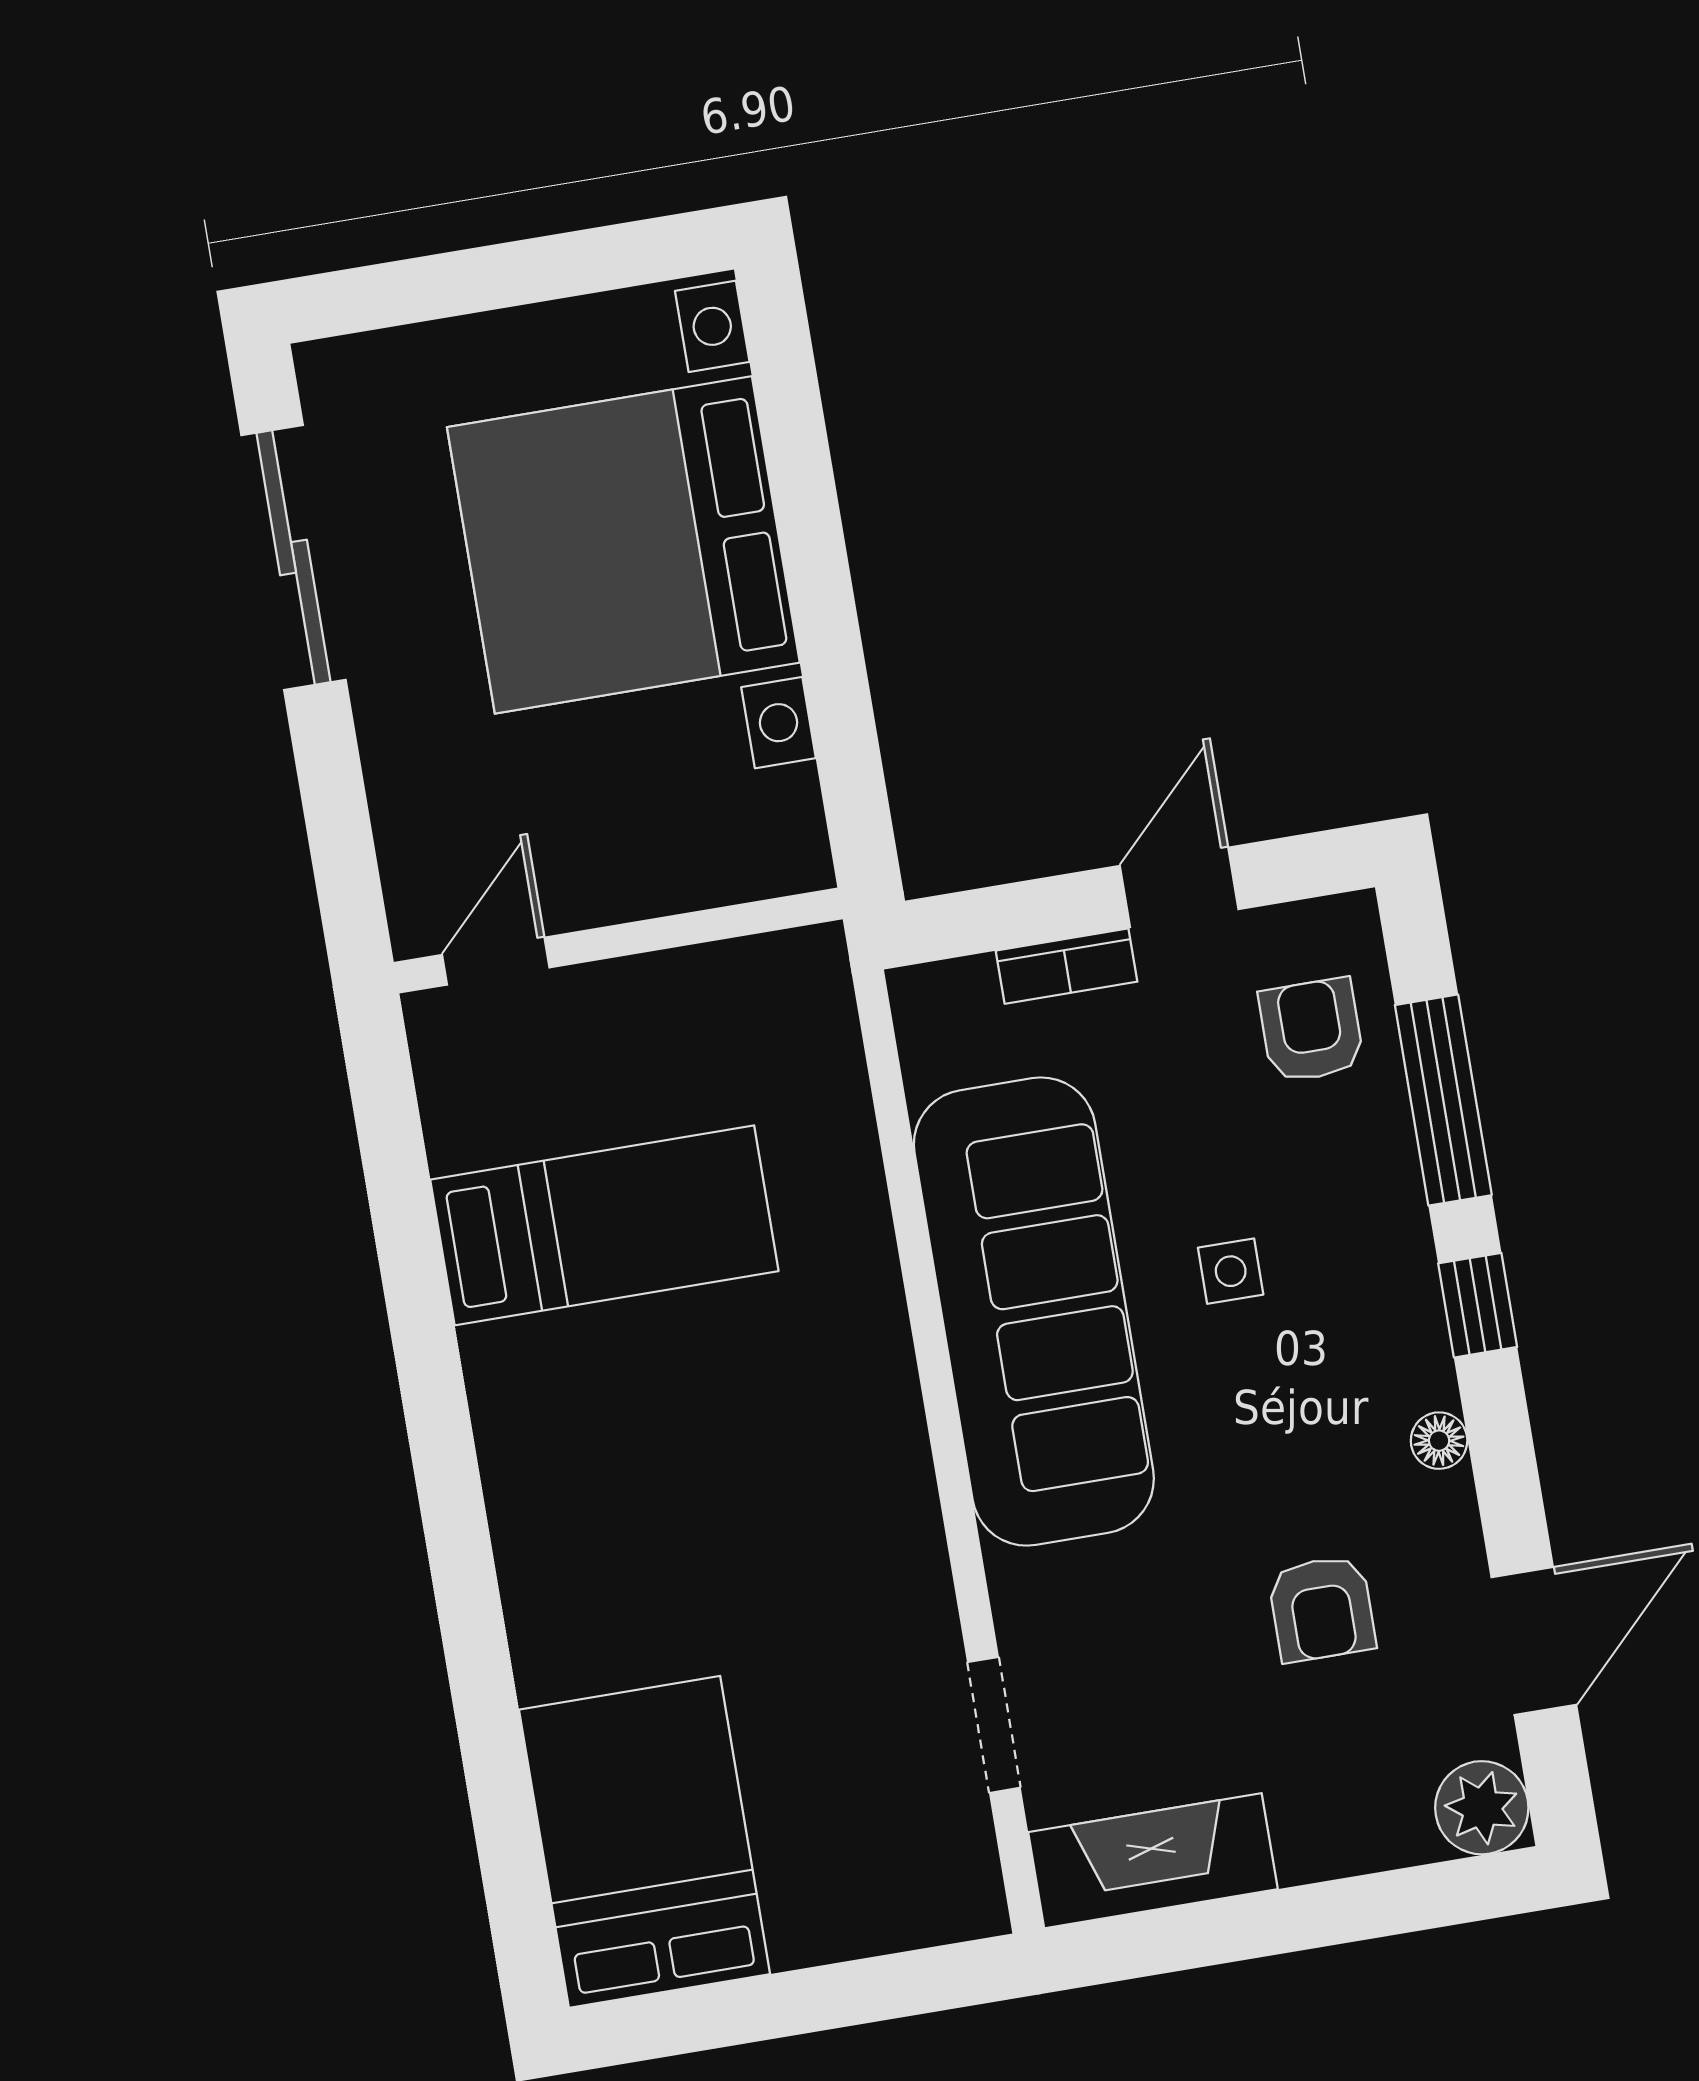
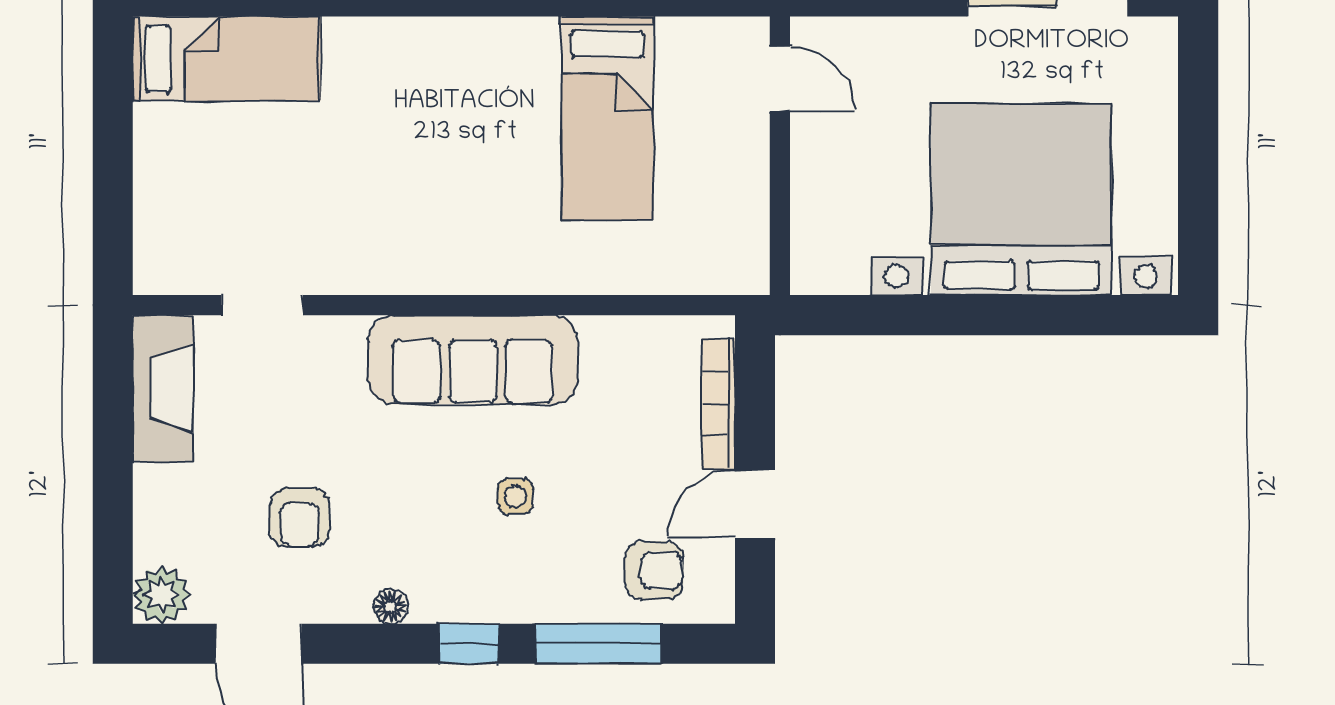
door: (1179, 887) -> (755, 504), swing flipped
bookcase: (1067, 966) -> (718, 404), width x1.56
sofa: (1034, 1312) -> (473, 360), width x0.74, depth x0.79
armchair: (1322, 1609) -> (300, 517), turned -90
bed: (645, 1842) -> (226, 59), width x0.67

